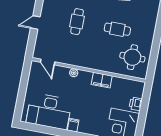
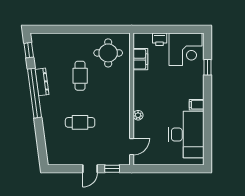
door: (35, 22) -> (90, 169), hinge flipped
window: (32, 42) -> (112, 169), added
filing cabinet: (102, 80) -> (140, 59), moved

